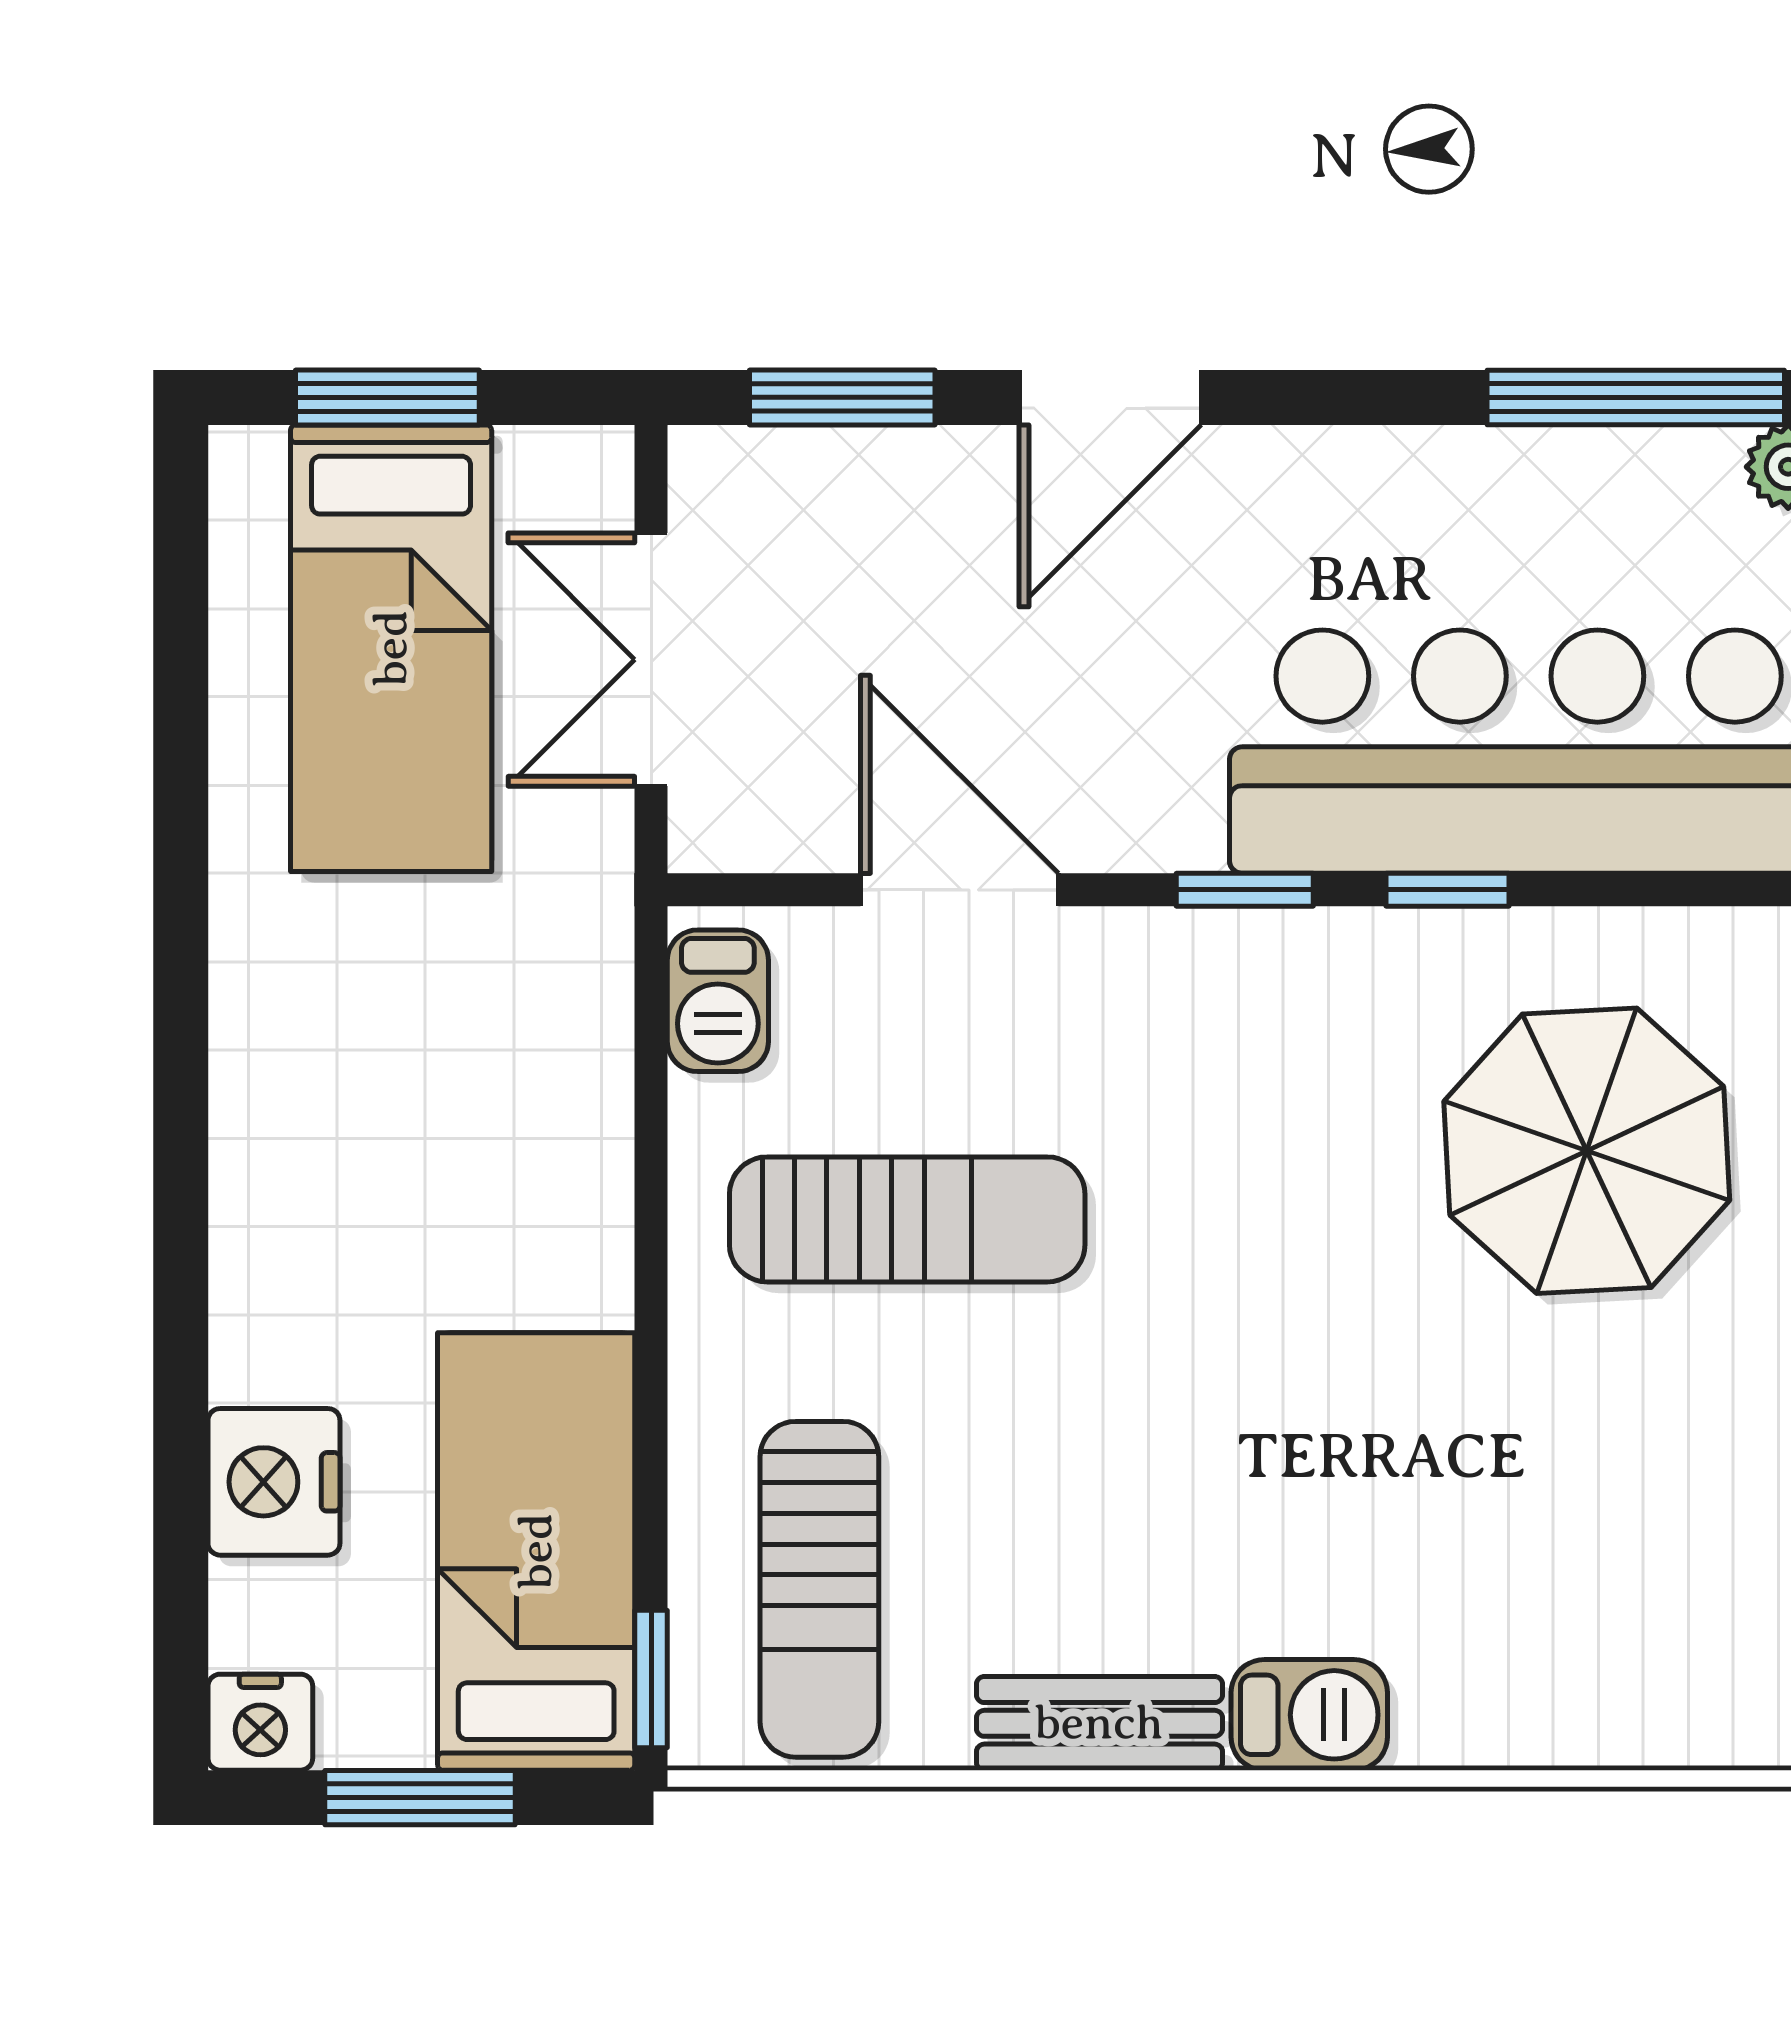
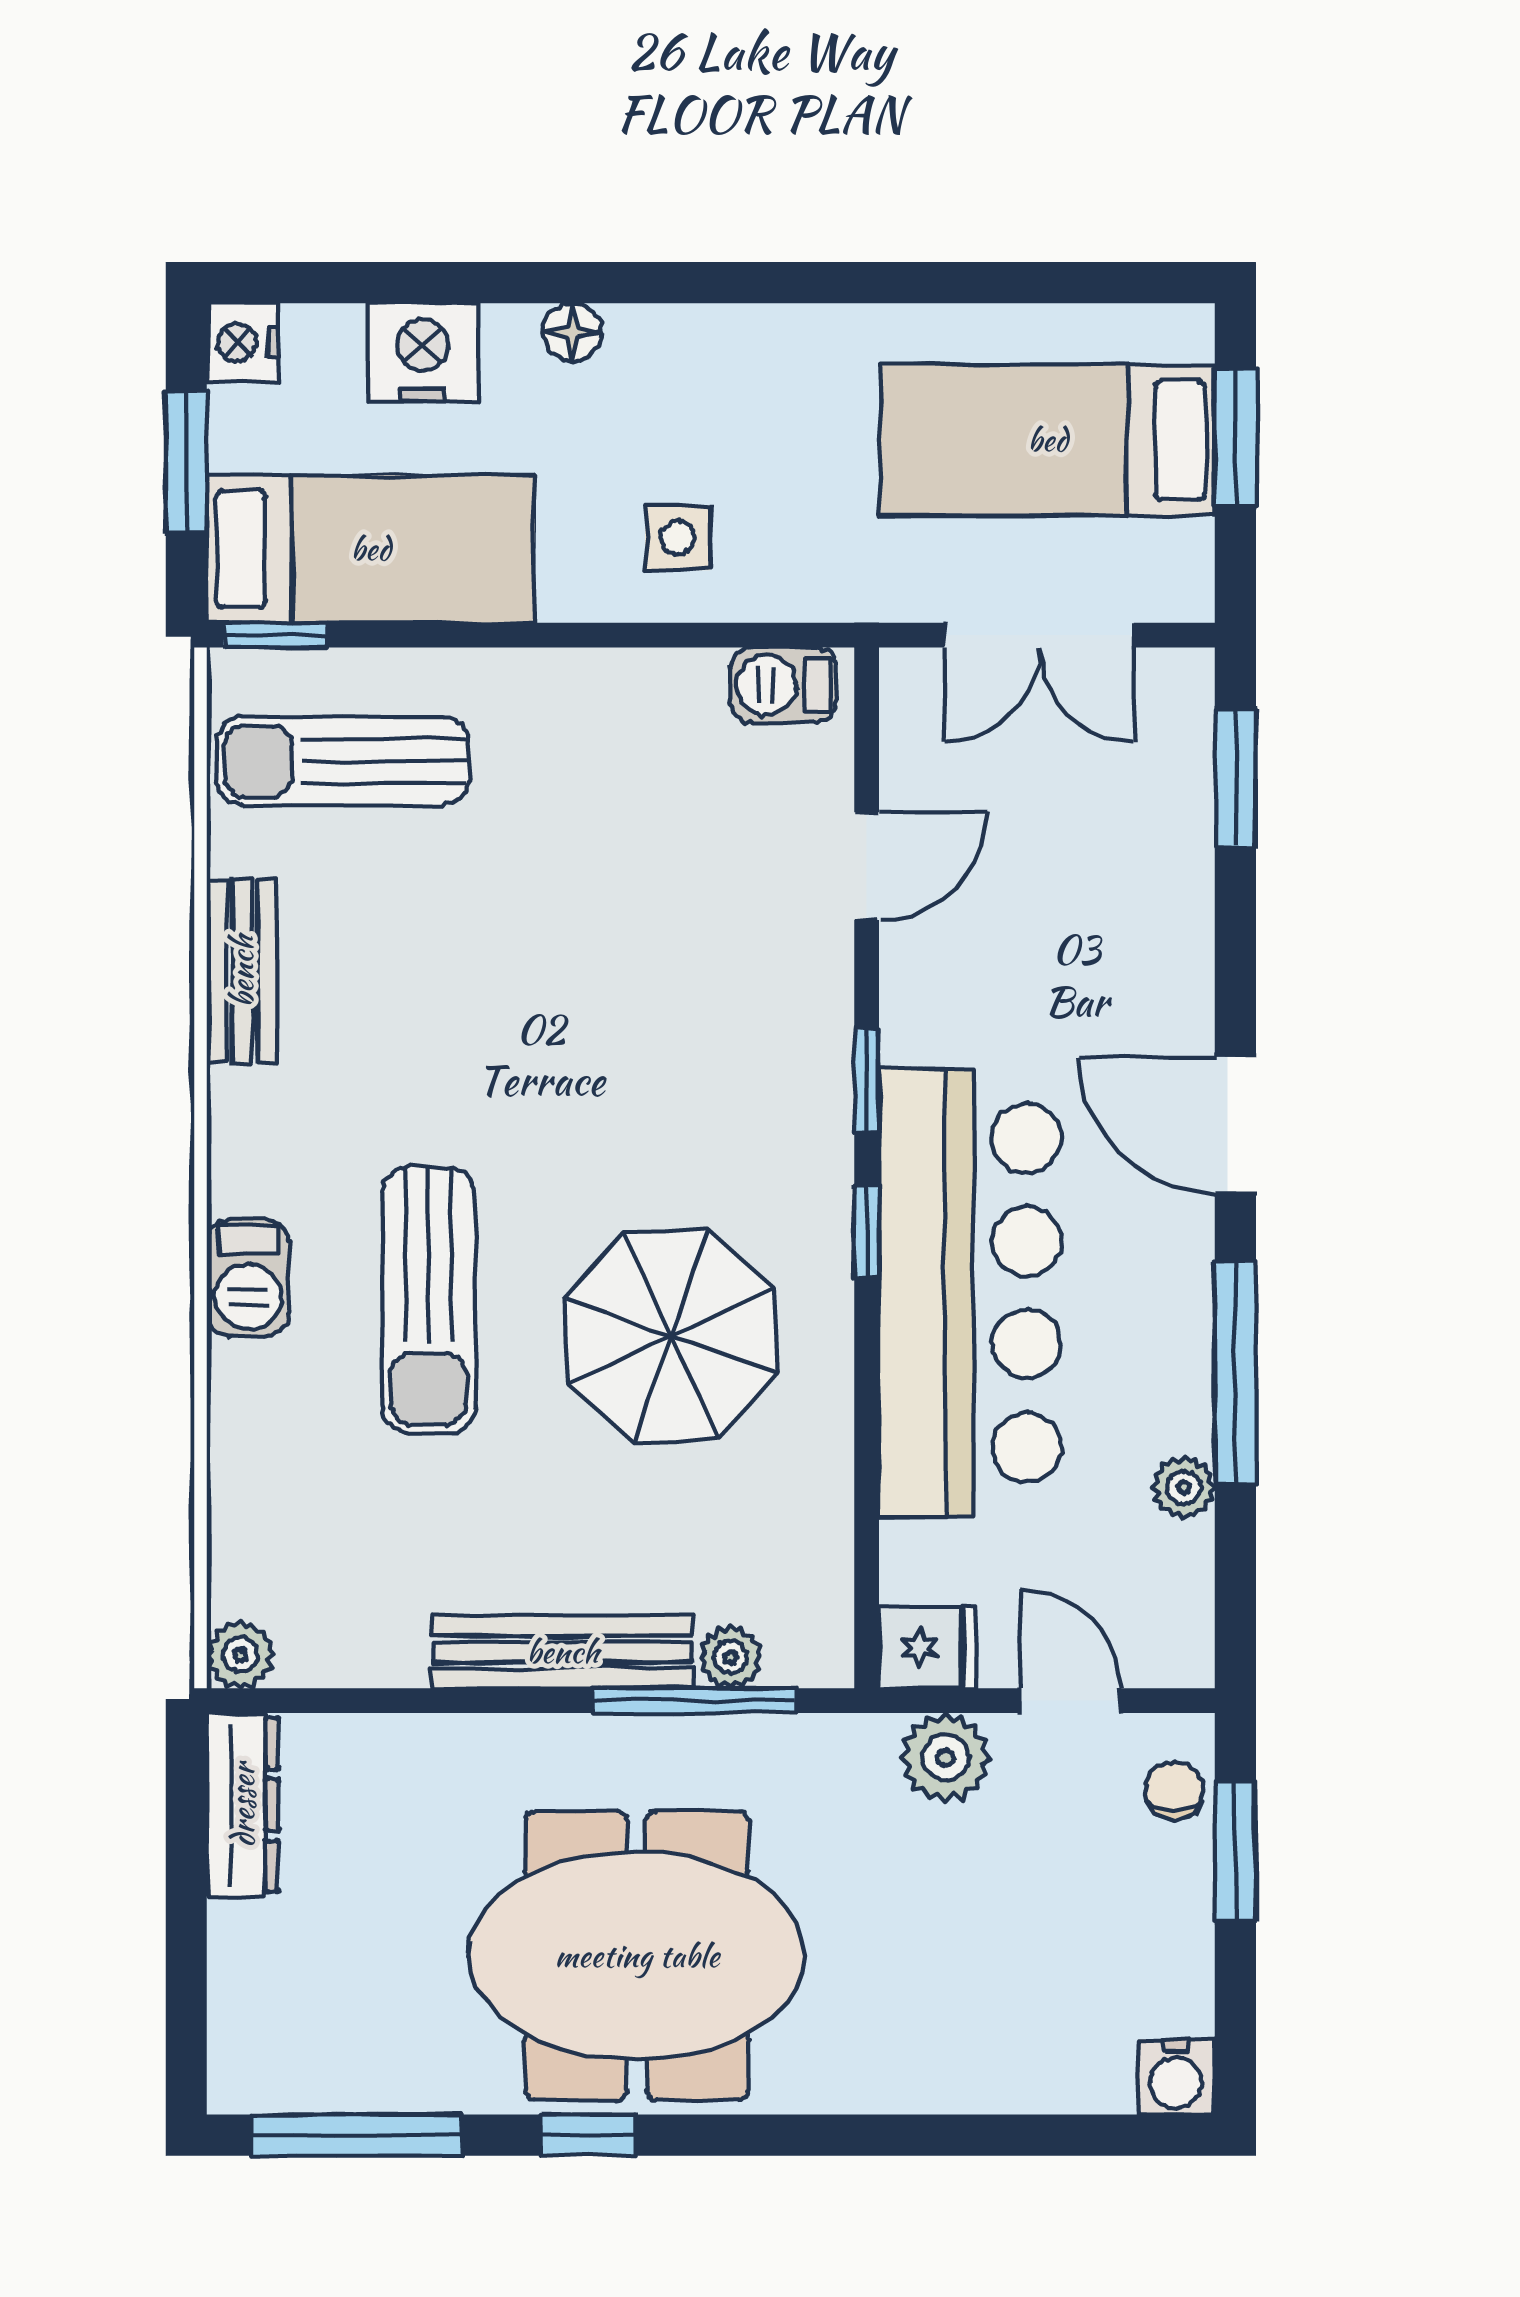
door: (1110, 397) -> (1235, 1125), moved
double door: (651, 660) -> (1039, 635), swing flipped
door: (959, 890) -> (867, 866), width x0.73
side table: (521, 1142) -> (678, 538), added
sun lounger: (907, 1219) -> (428, 1300), moved
floor lamp: (247, 1283) -> (572, 332), added
barbecue: (1309, 1715) -> (248, 1278), moved

